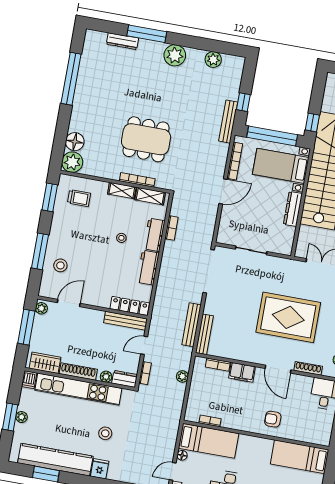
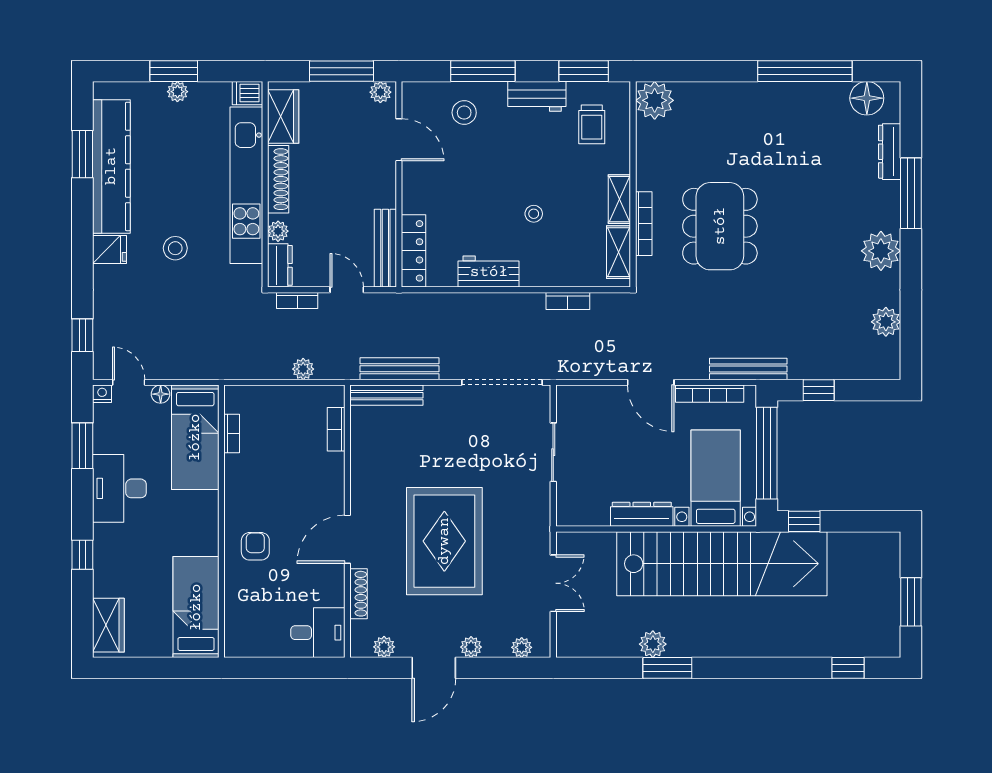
bench: (228, 122) -> (748, 369), moved
floor lamp: (75, 142) -> (867, 98), moved
workbench: (154, 235) -> (537, 96), moved, turned 180
filing cabinet: (242, 372) -> (330, 475), removed

